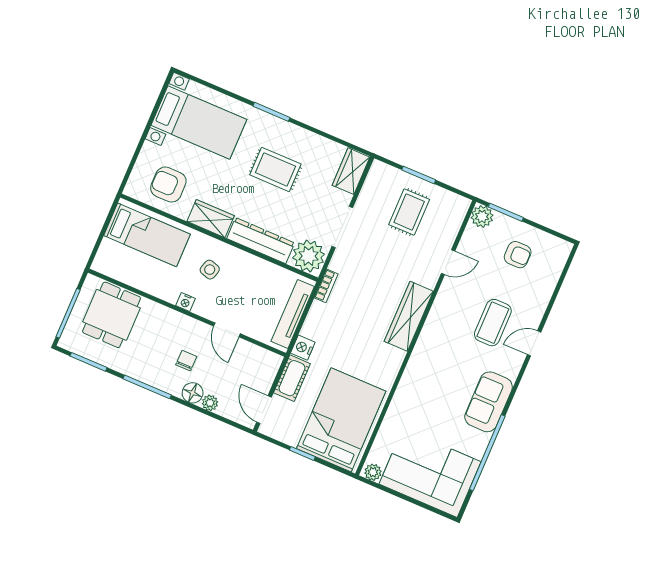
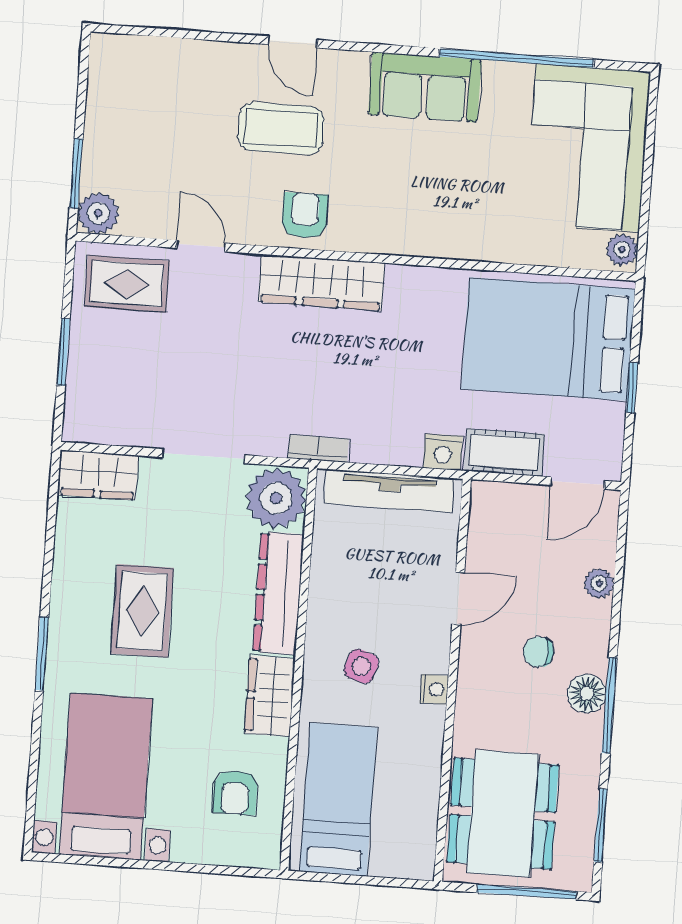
armchair: (168, 185) -> (235, 792), width x0.72, depth x0.72
rug: (409, 212) -> (127, 284), moved
armchair: (518, 255) -> (305, 216), moved
dining table: (111, 315) -> (503, 813), width x1.38
floor lamp: (193, 393) -> (587, 694), moved

